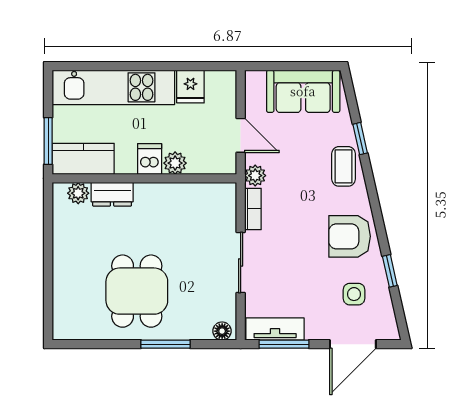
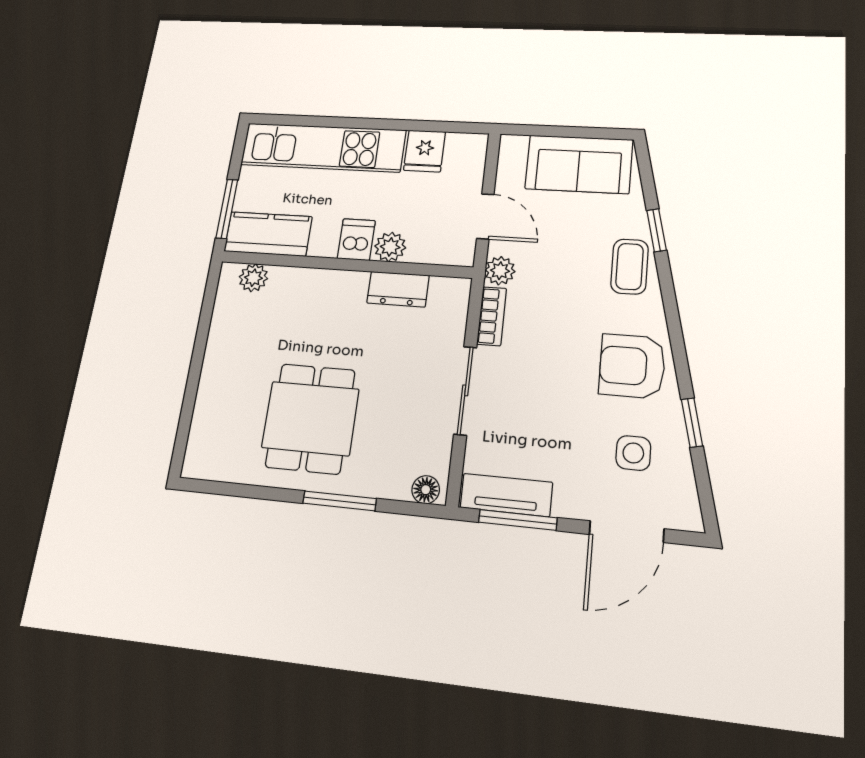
dresser: (112, 194) -> (398, 289), moved

